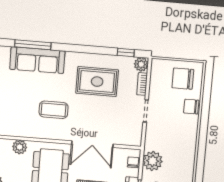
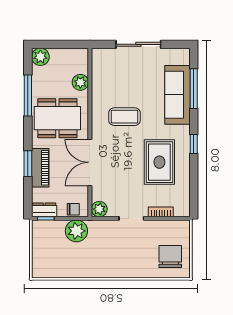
window: (126, 52) -> (194, 144), moved
plant: (141, 64) -> (99, 209), moved
chair: (191, 107) -> (140, 269), removed
coffee table: (54, 110) -> (125, 117), turned 90

